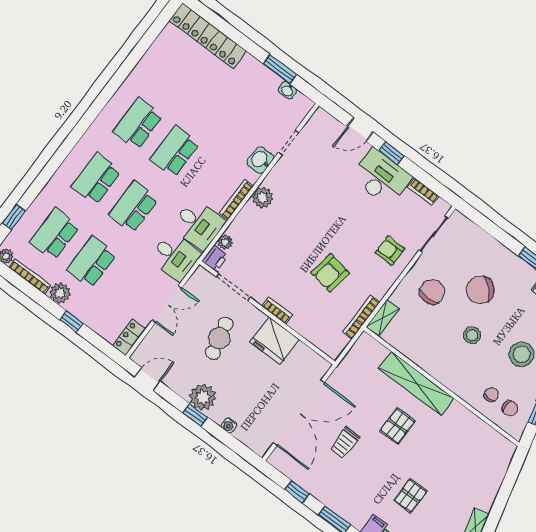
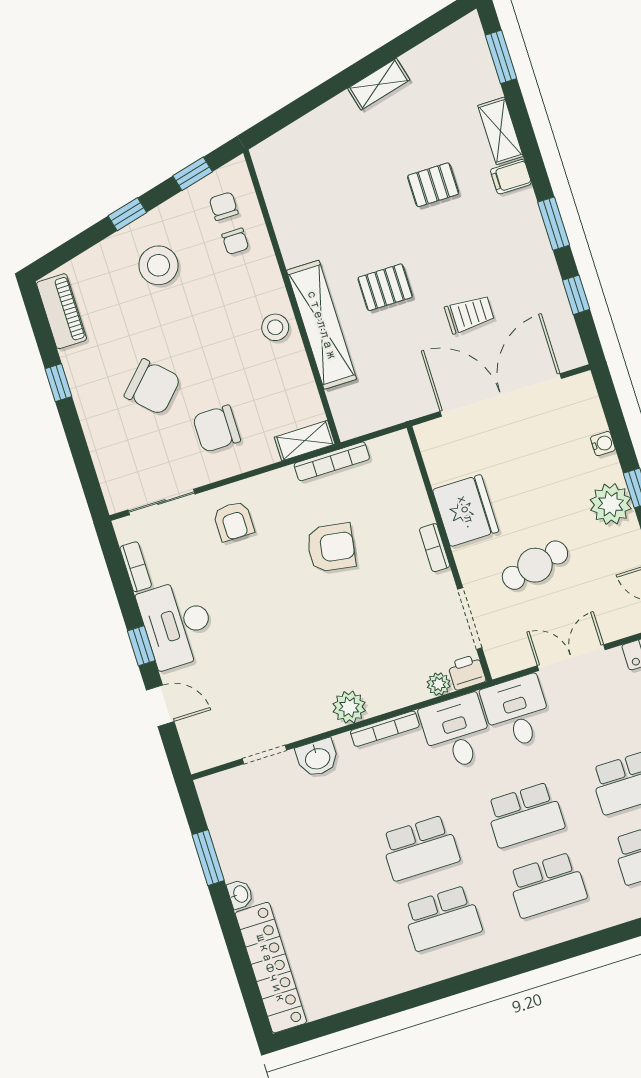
washbasin: (287, 90) -> (240, 894), moved
stool: (472, 335) -> (275, 327), moved
chair: (491, 395) -> (235, 241), turned -90

